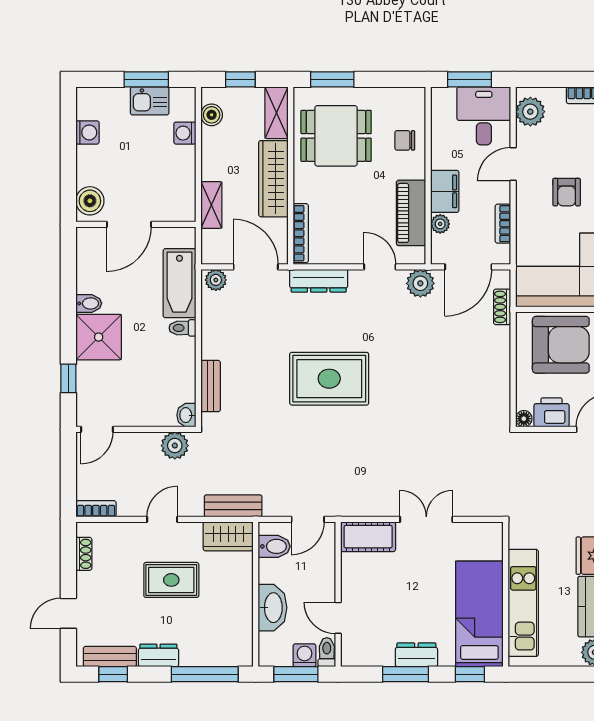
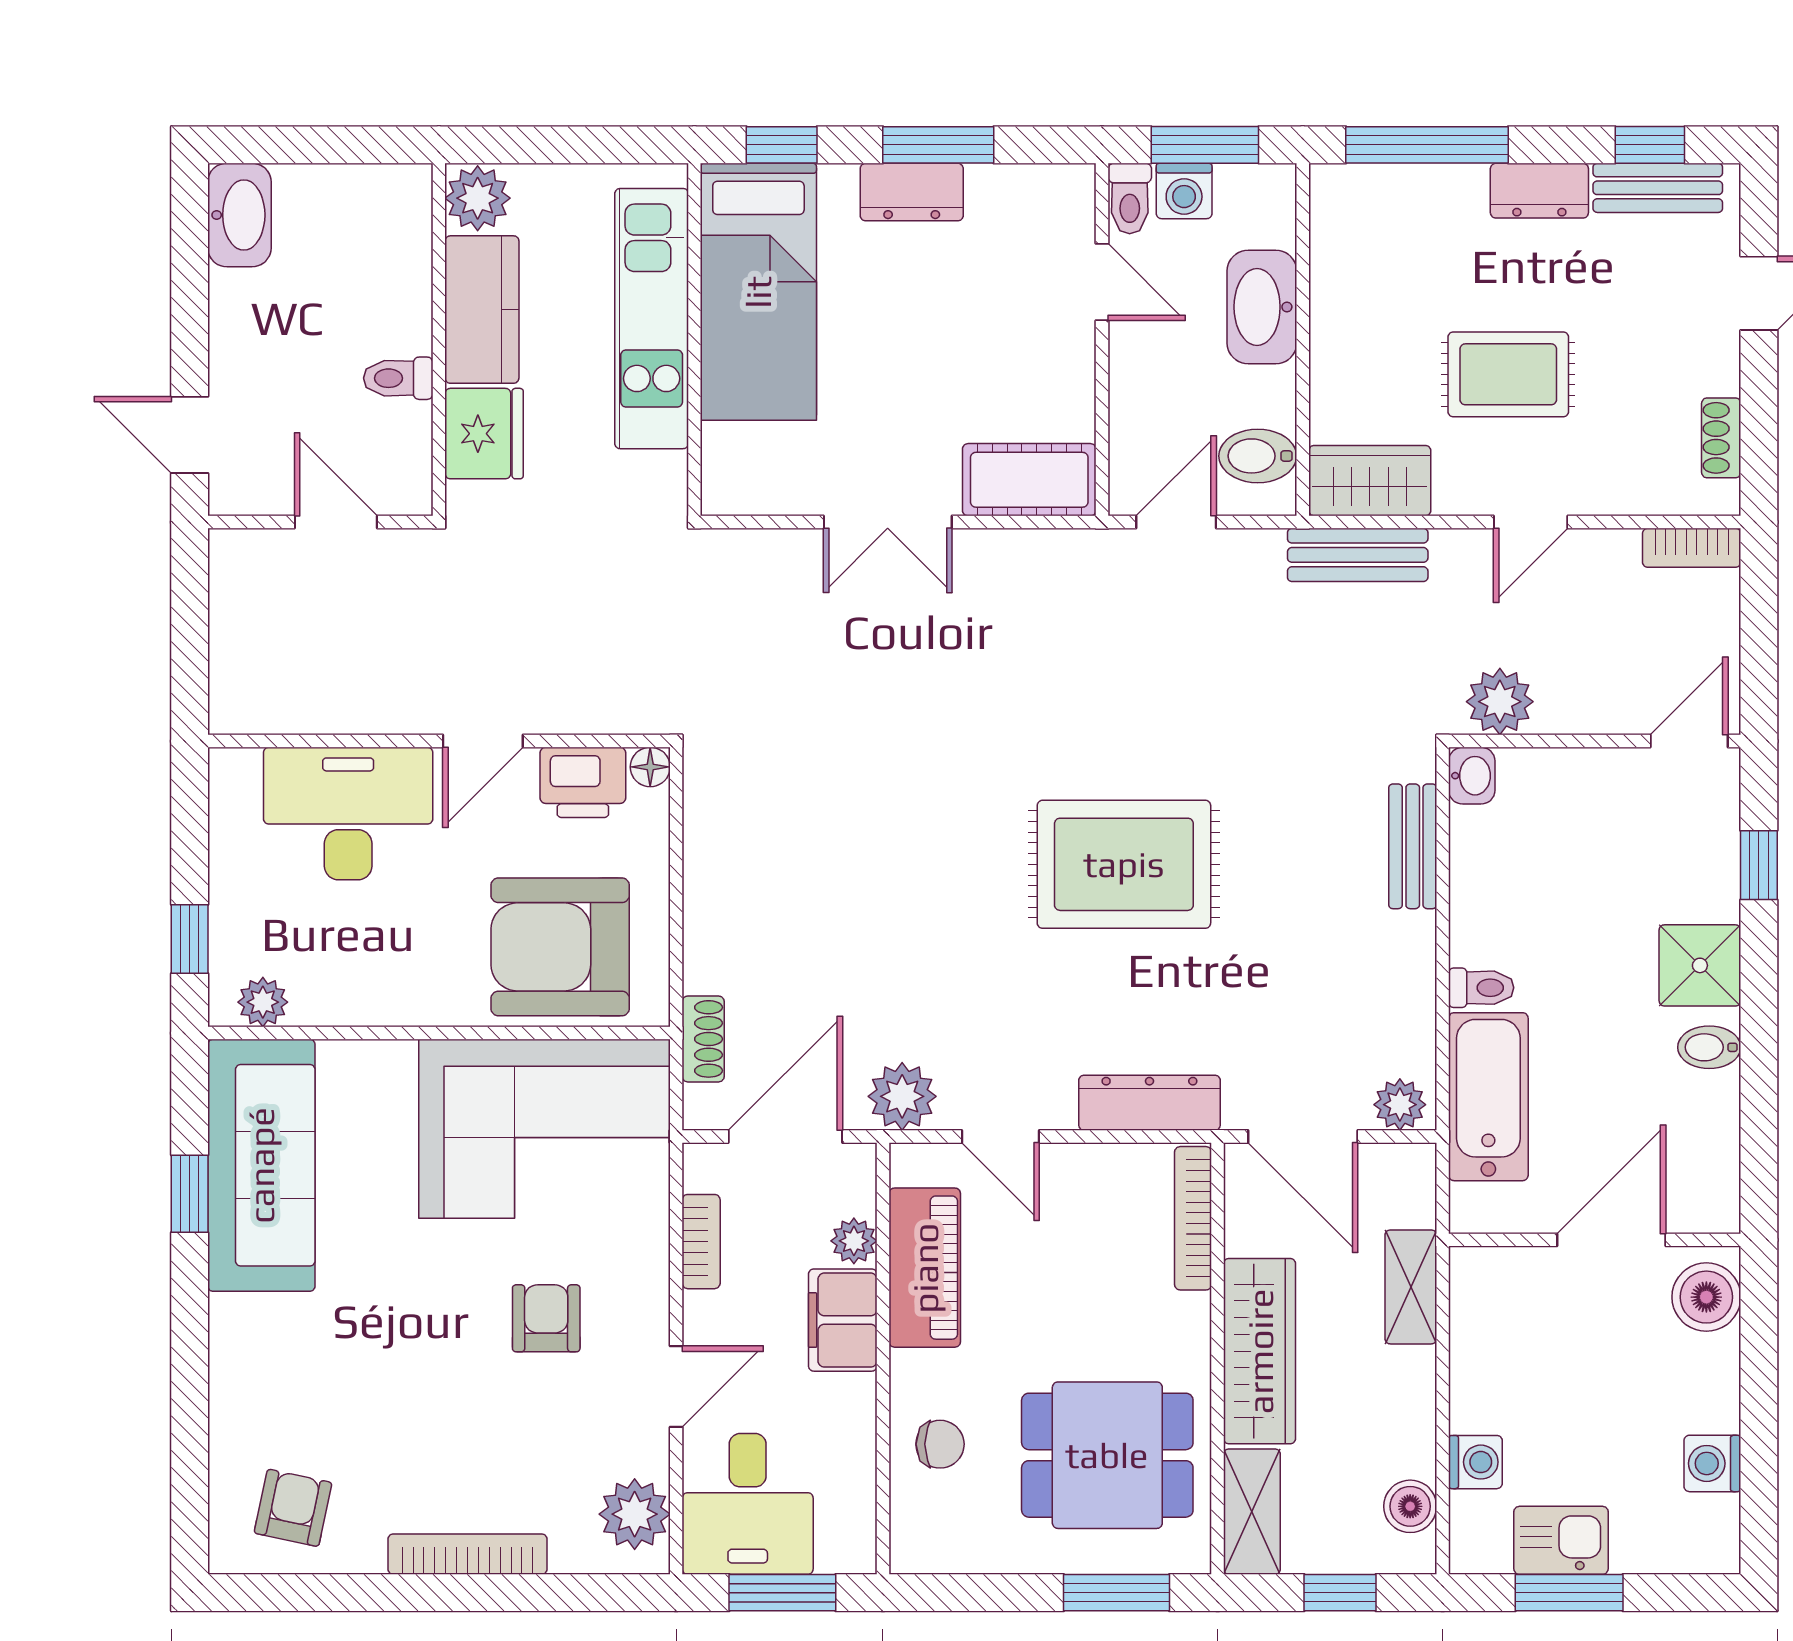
shower: (99, 337) -> (1700, 965), width x0.73, depth x0.73

